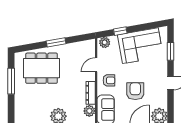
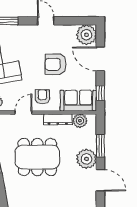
door: (96, 65) -> (23, 112), swing flipped
dining table: (42, 68) -> (37, 157), moved, turned 90

